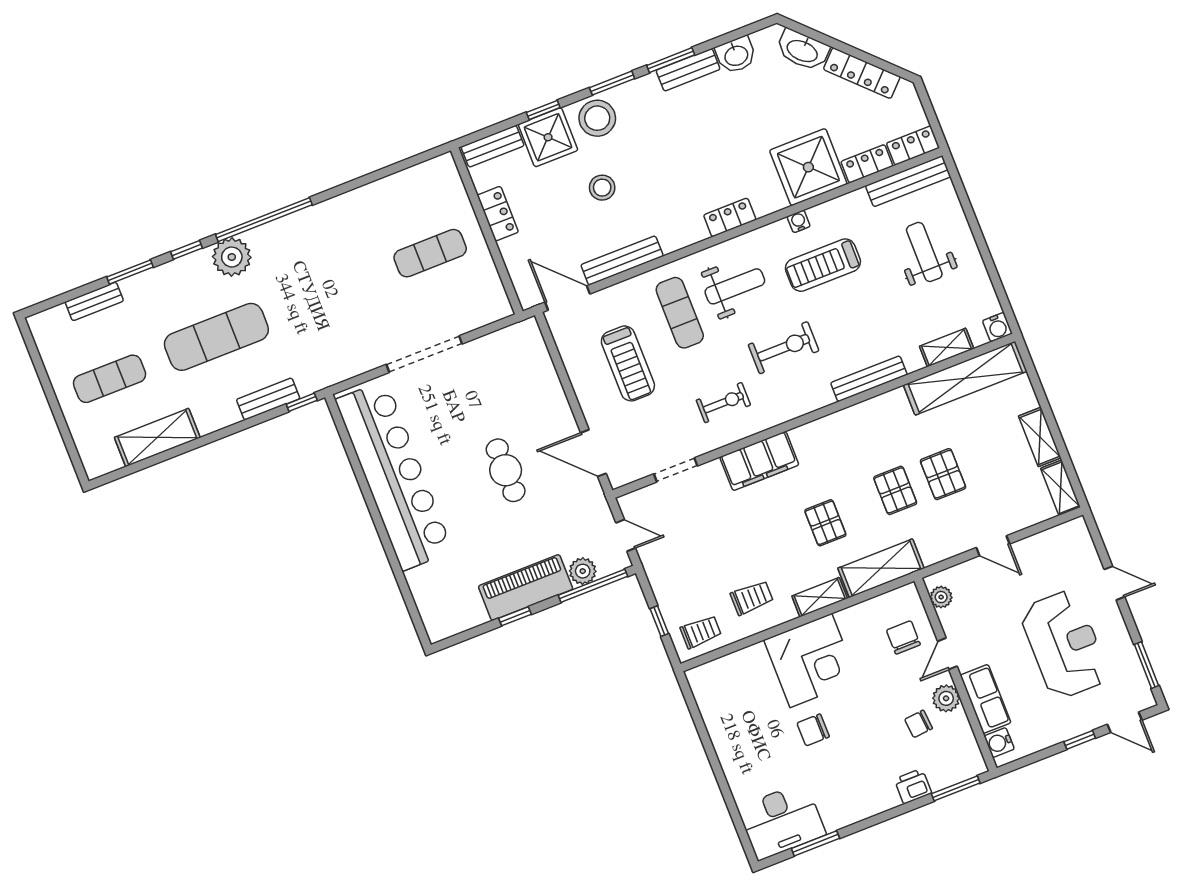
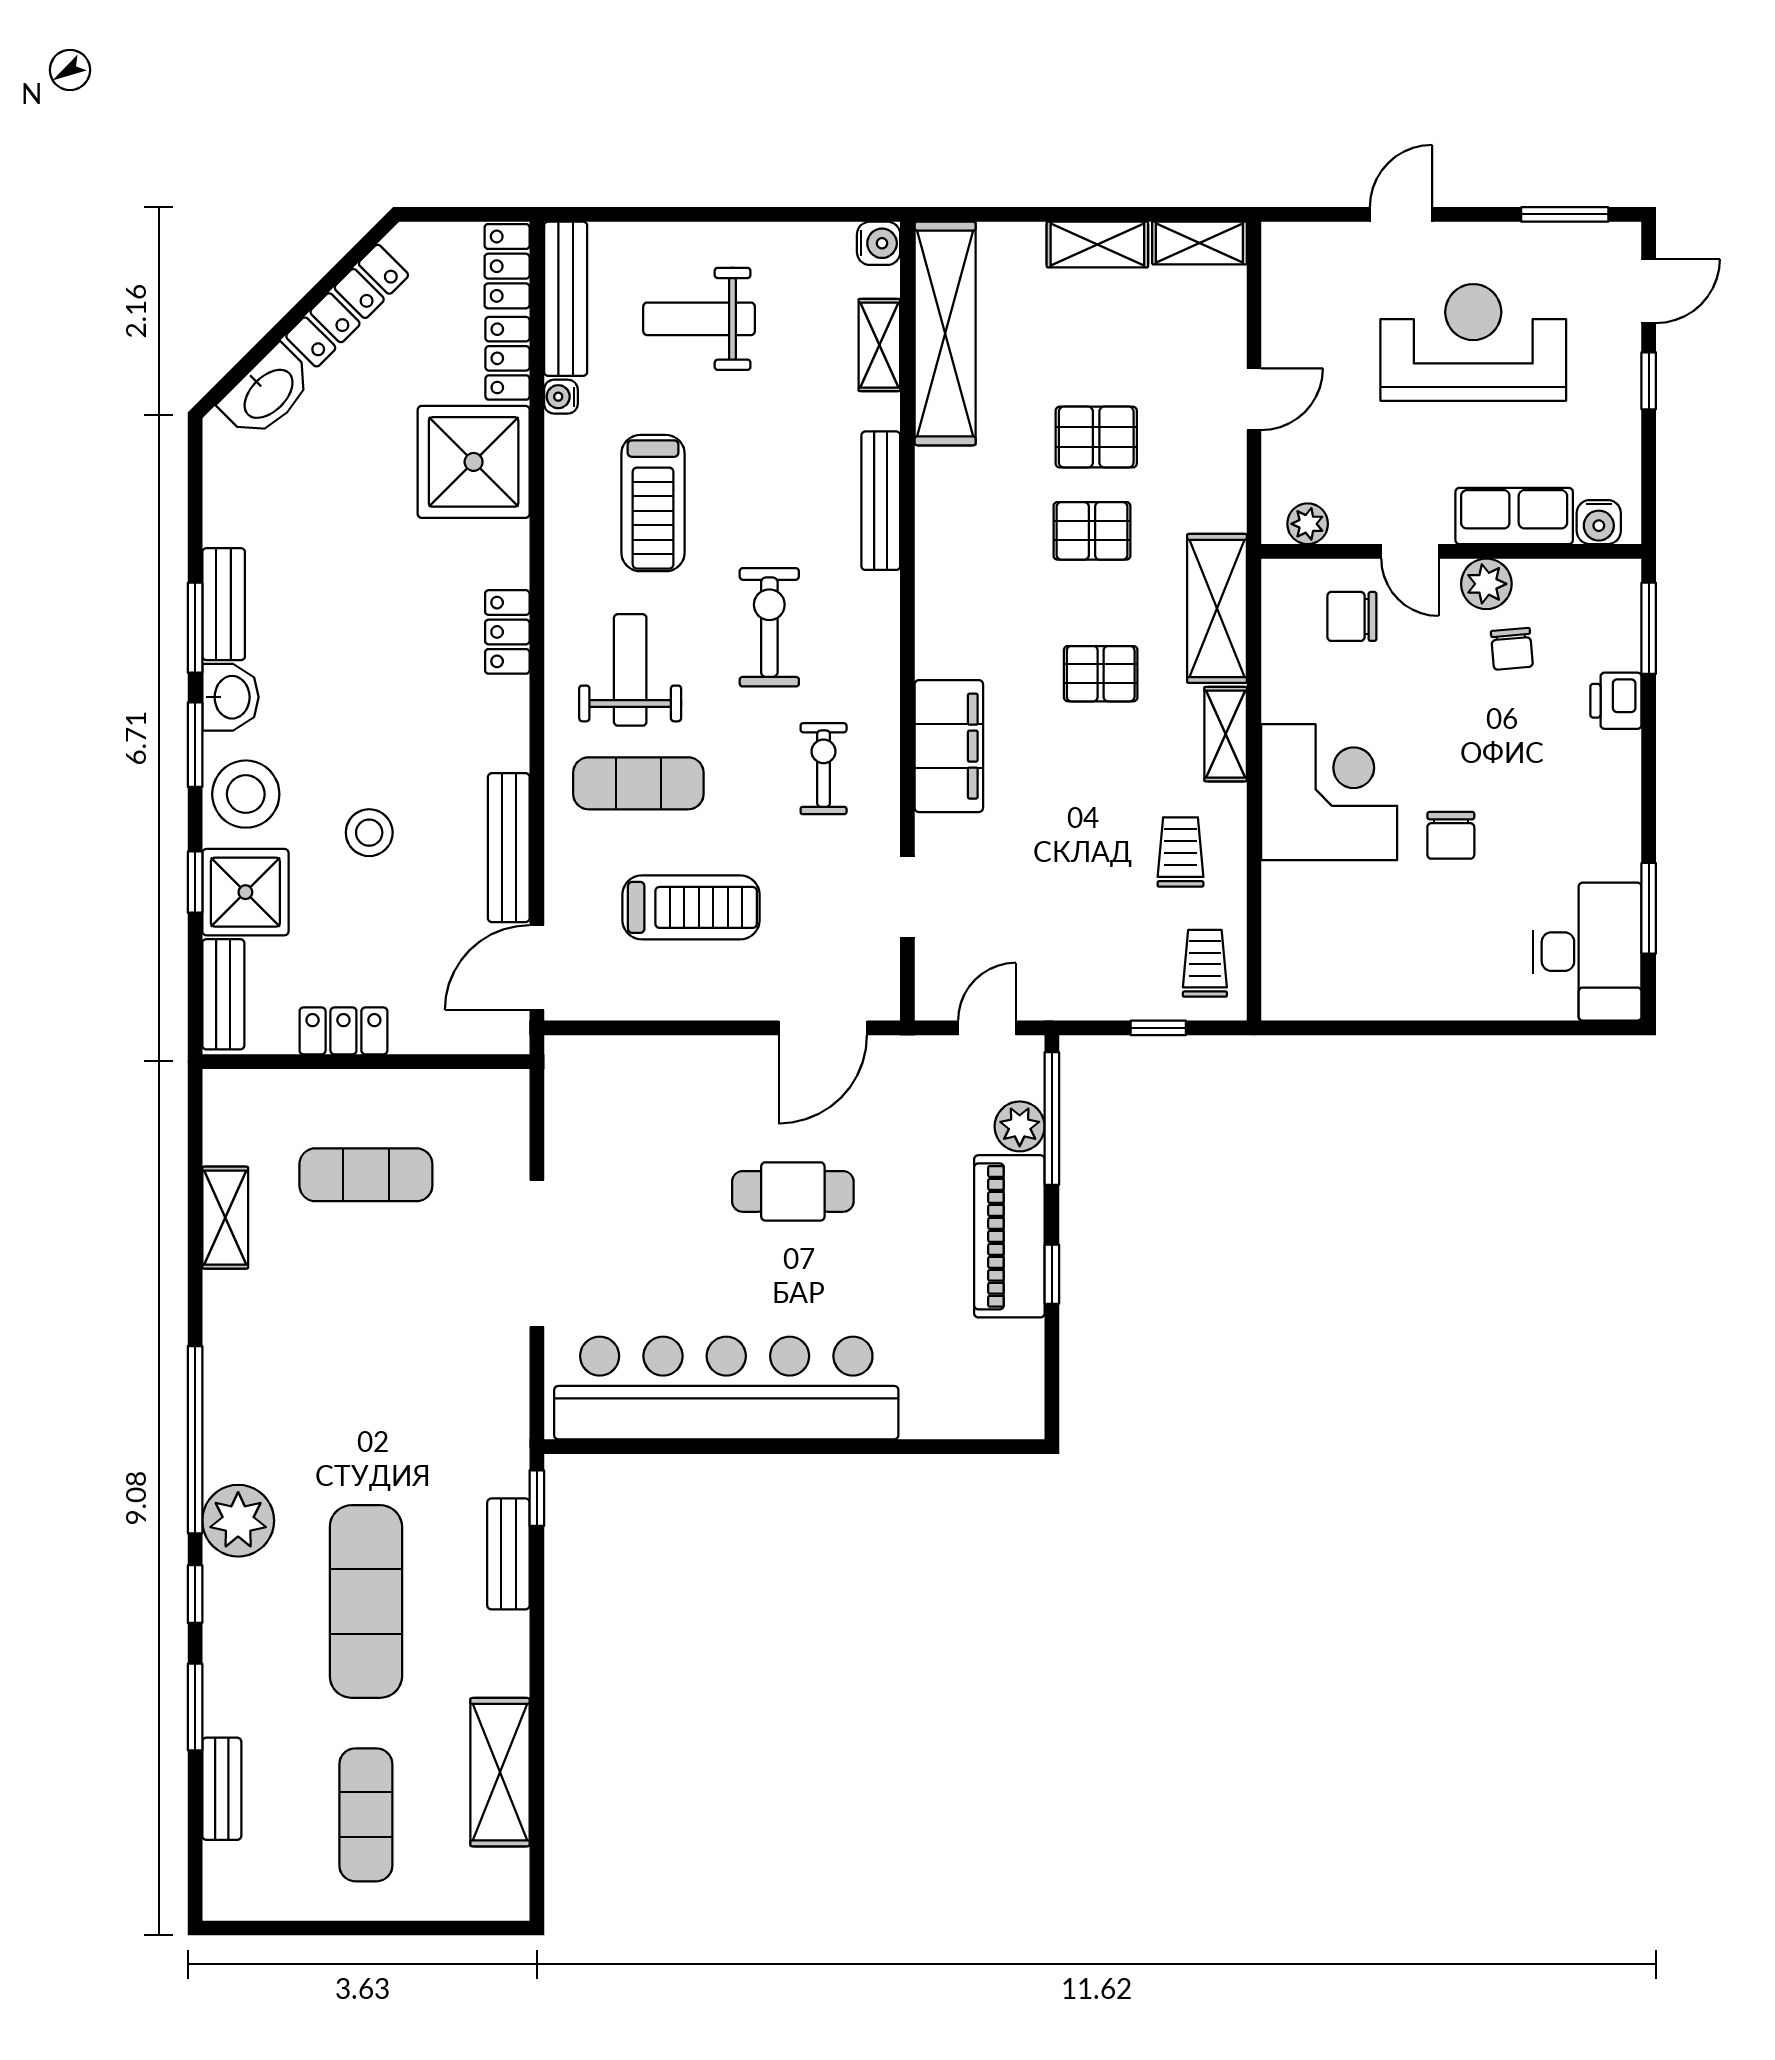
washbasin: (736, 55) -> (230, 697), moved
shelving: (381, 191) -> (225, 1218), added
water cooler: (799, 221) -> (561, 397), moved
exercise mat: (430, 253) -> (366, 1175), turned 90

